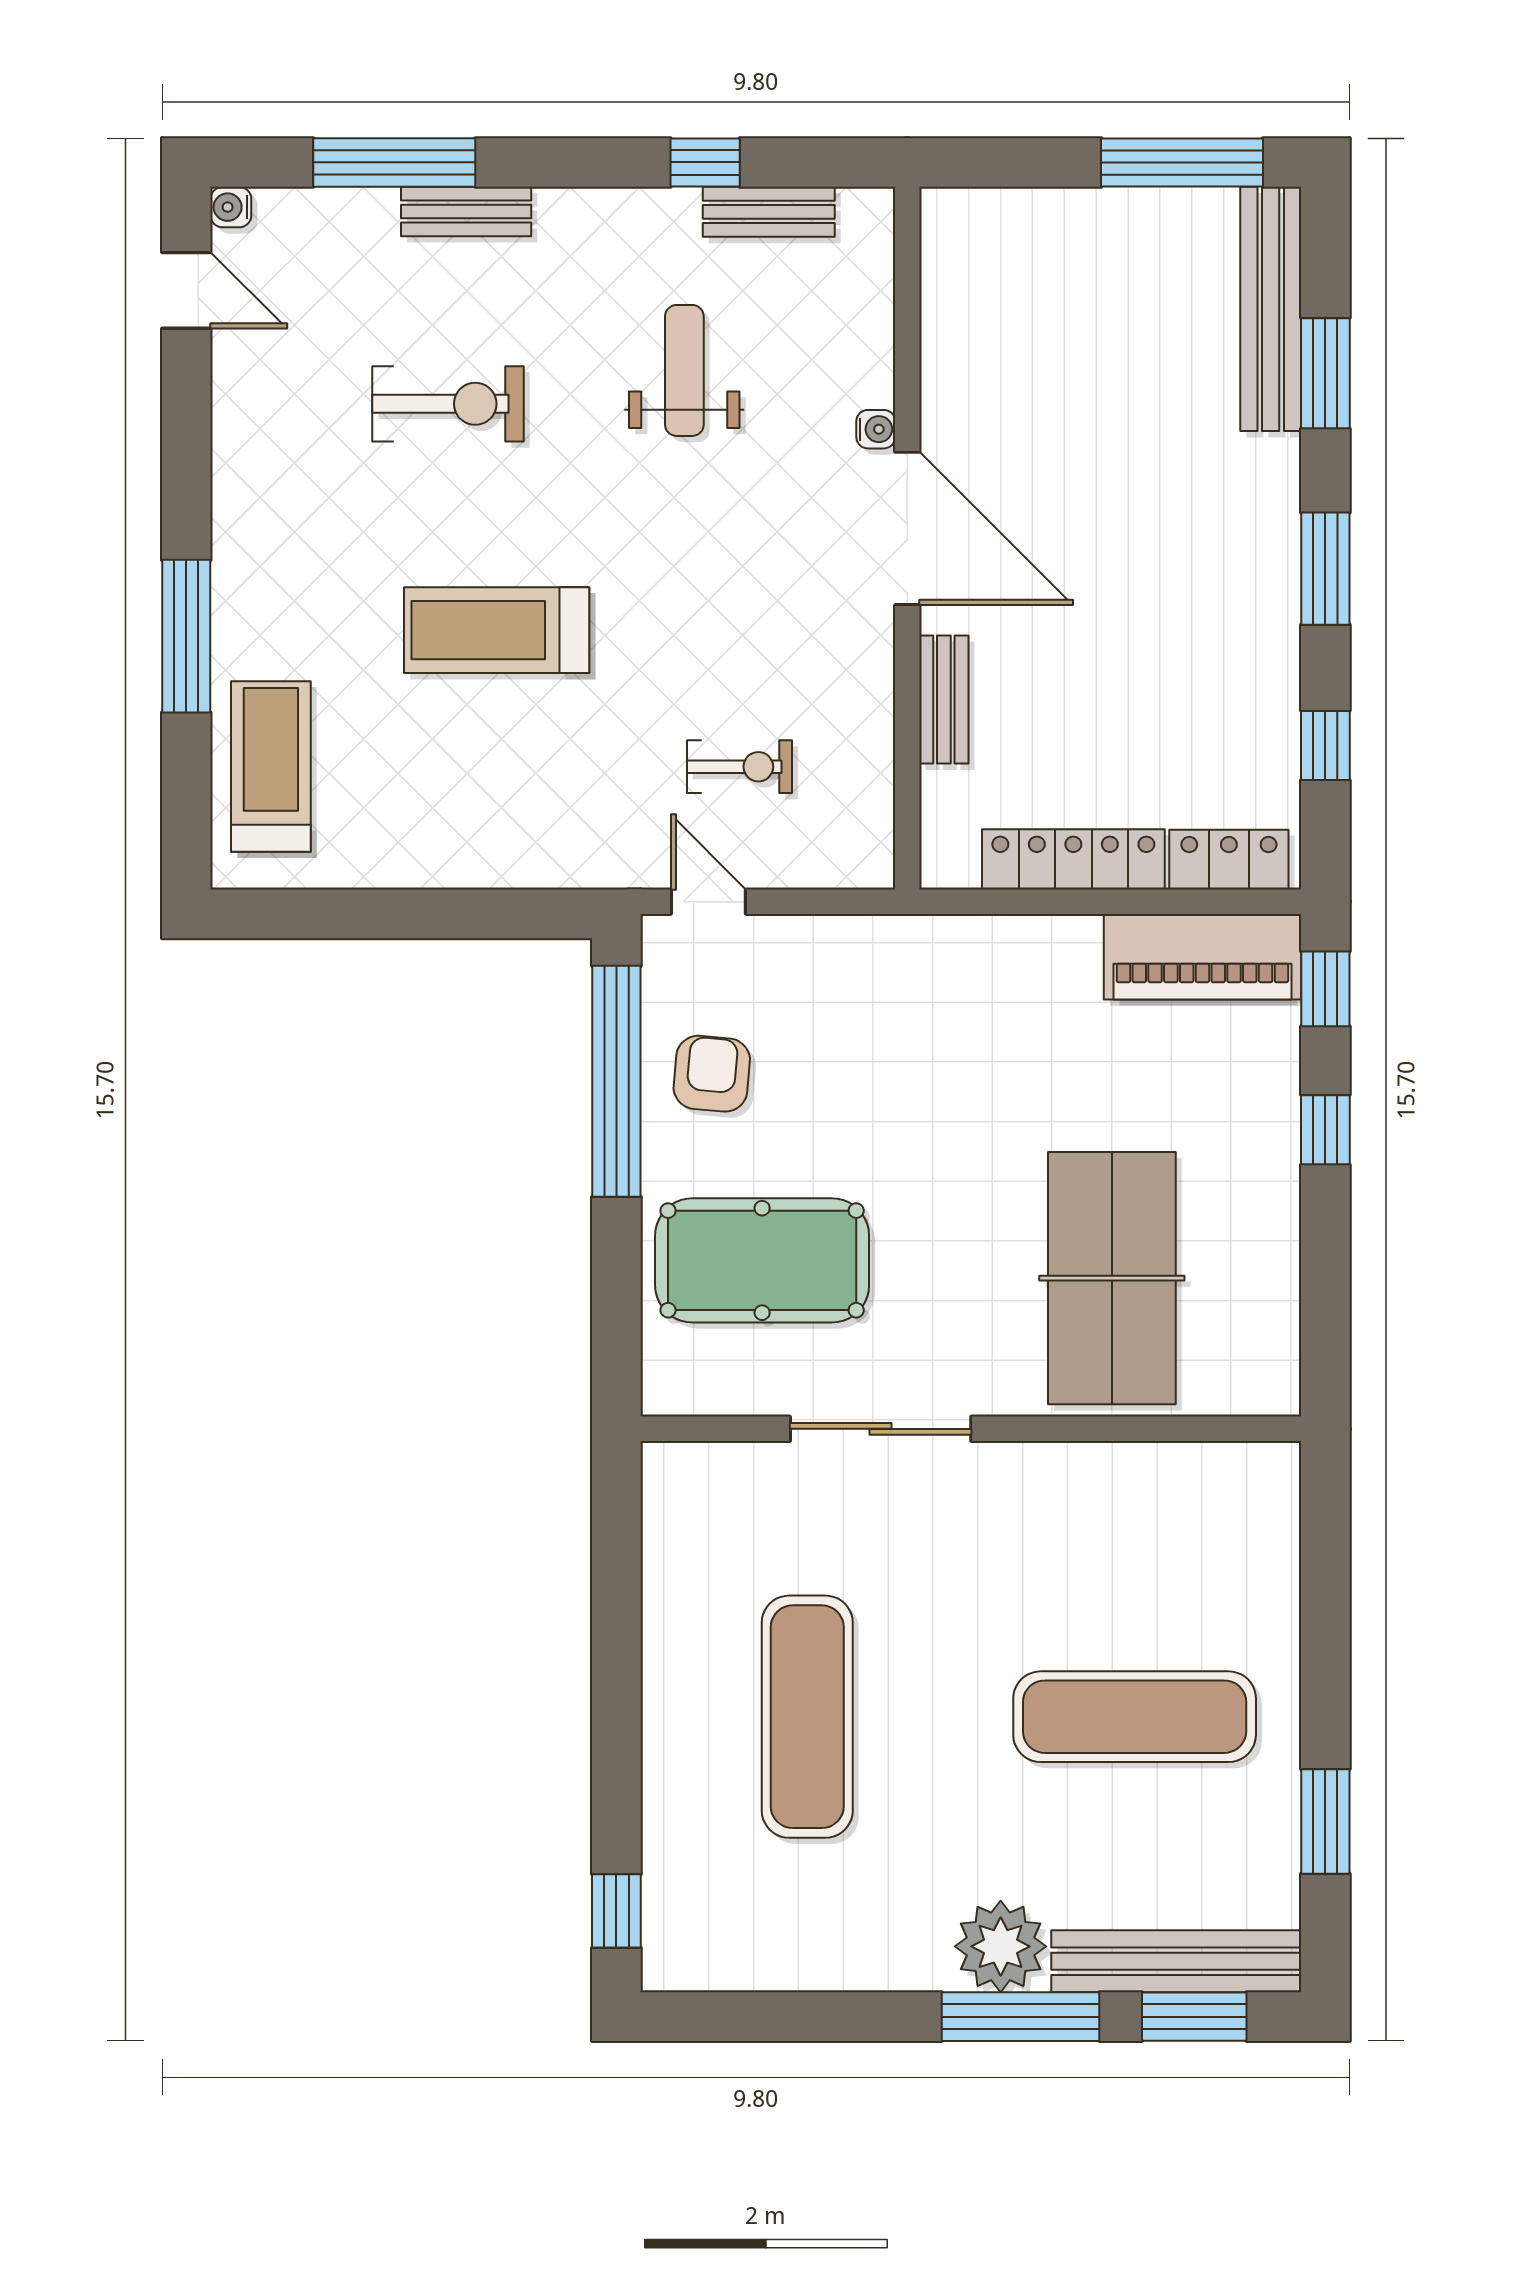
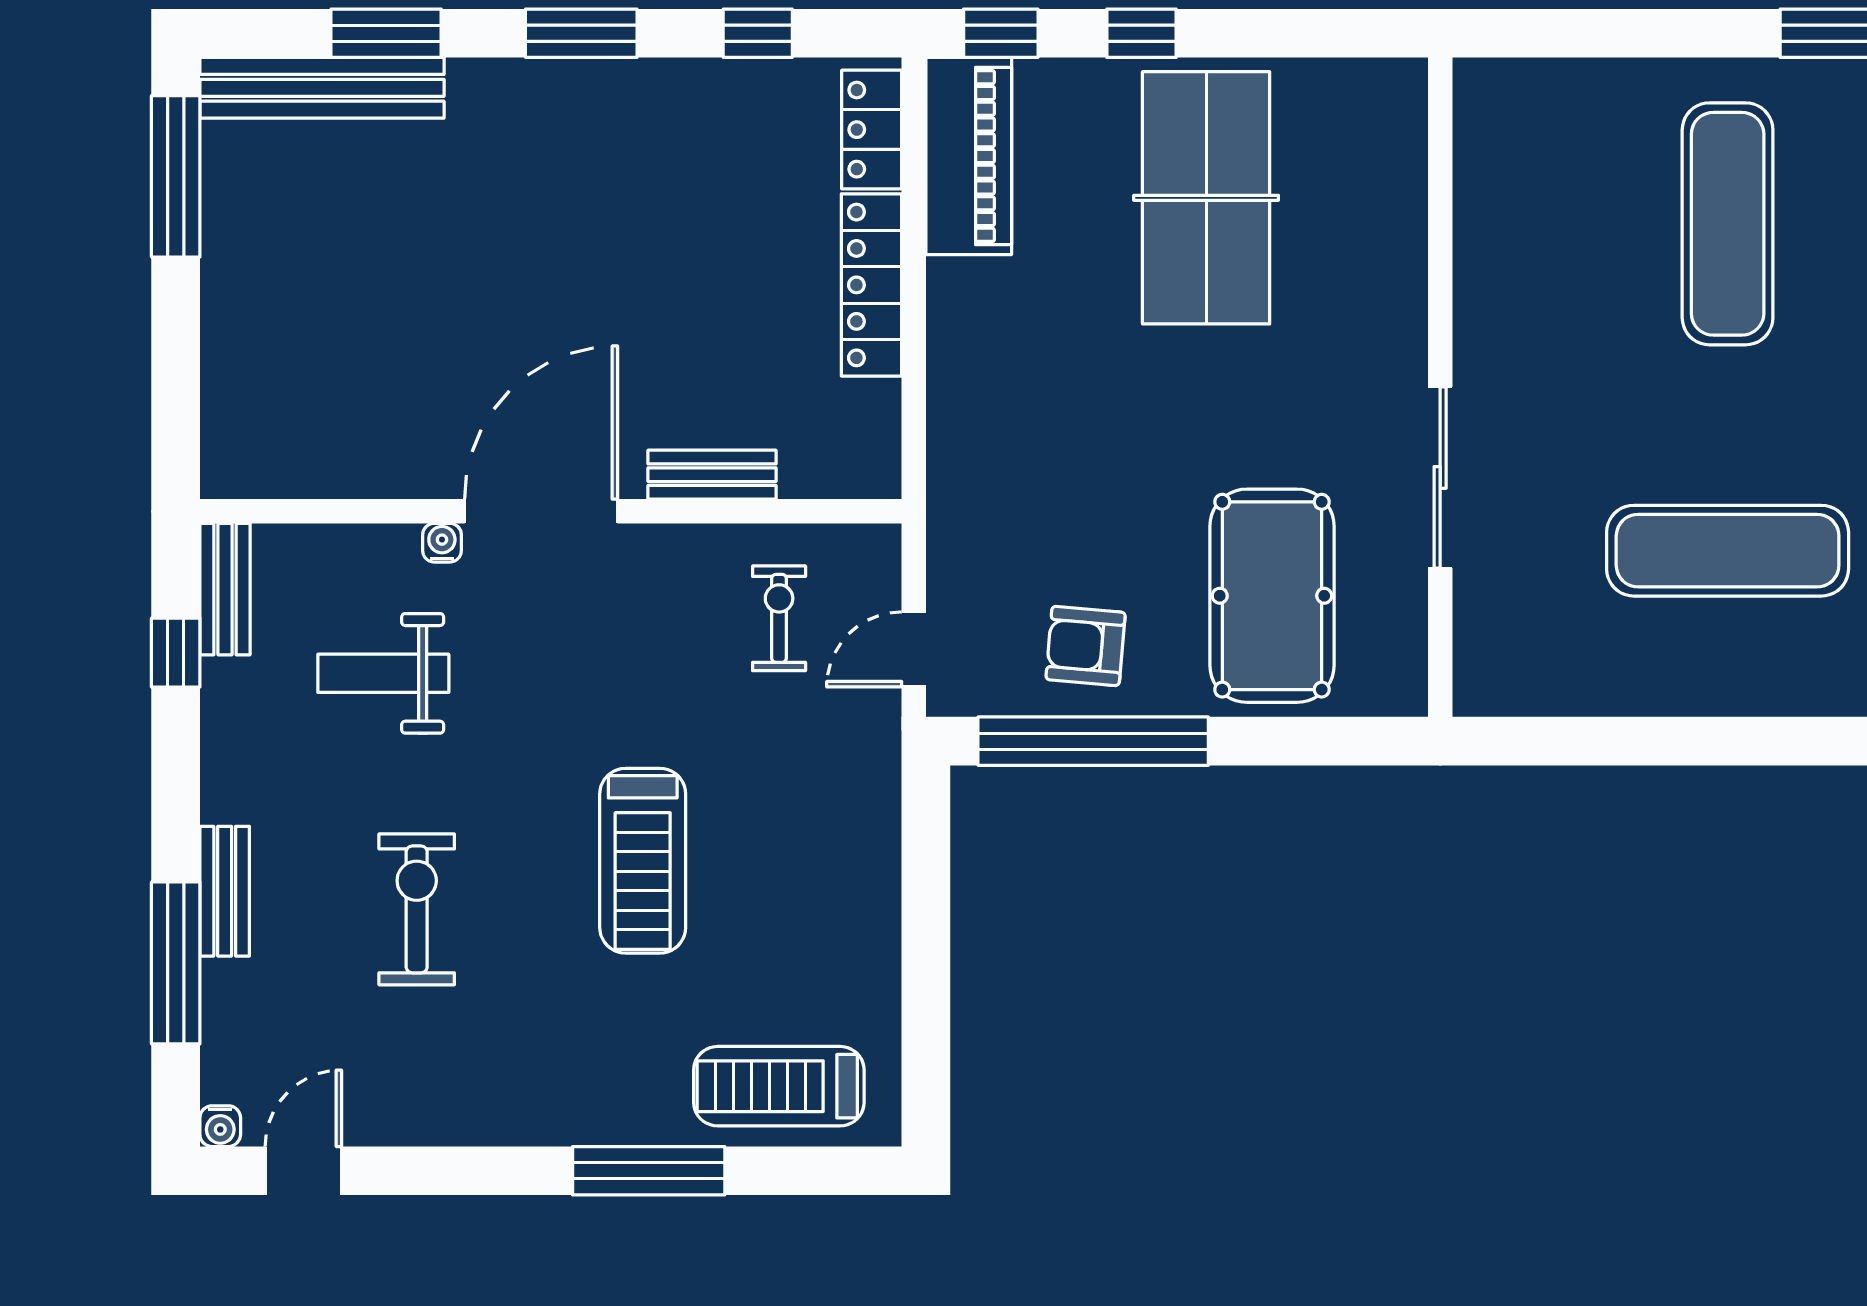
water cooler: (876, 429) -> (442, 543), moved
door: (907, 528) -> (541, 511), moved
wall: (907, 538) -> (551, 511), moved
bench: (944, 700) -> (712, 475), moved
table tennis table: (1112, 1278) -> (1206, 198), moved, turned 90

